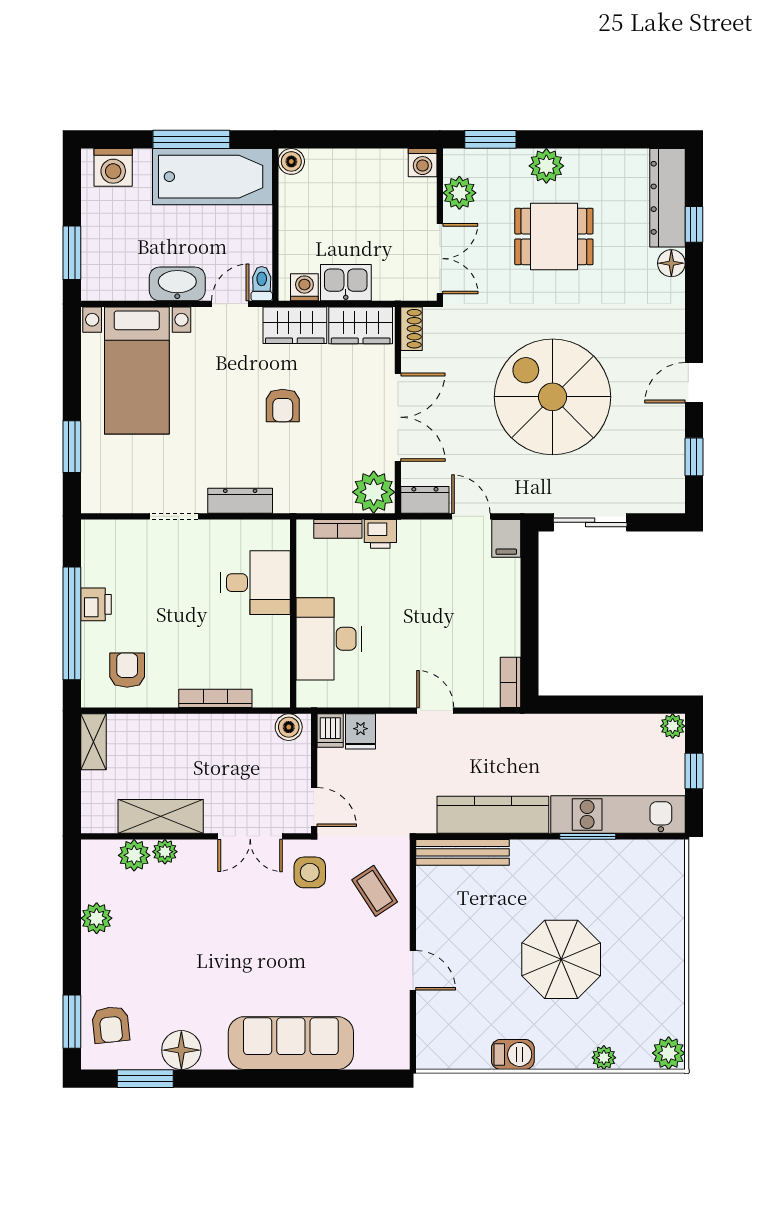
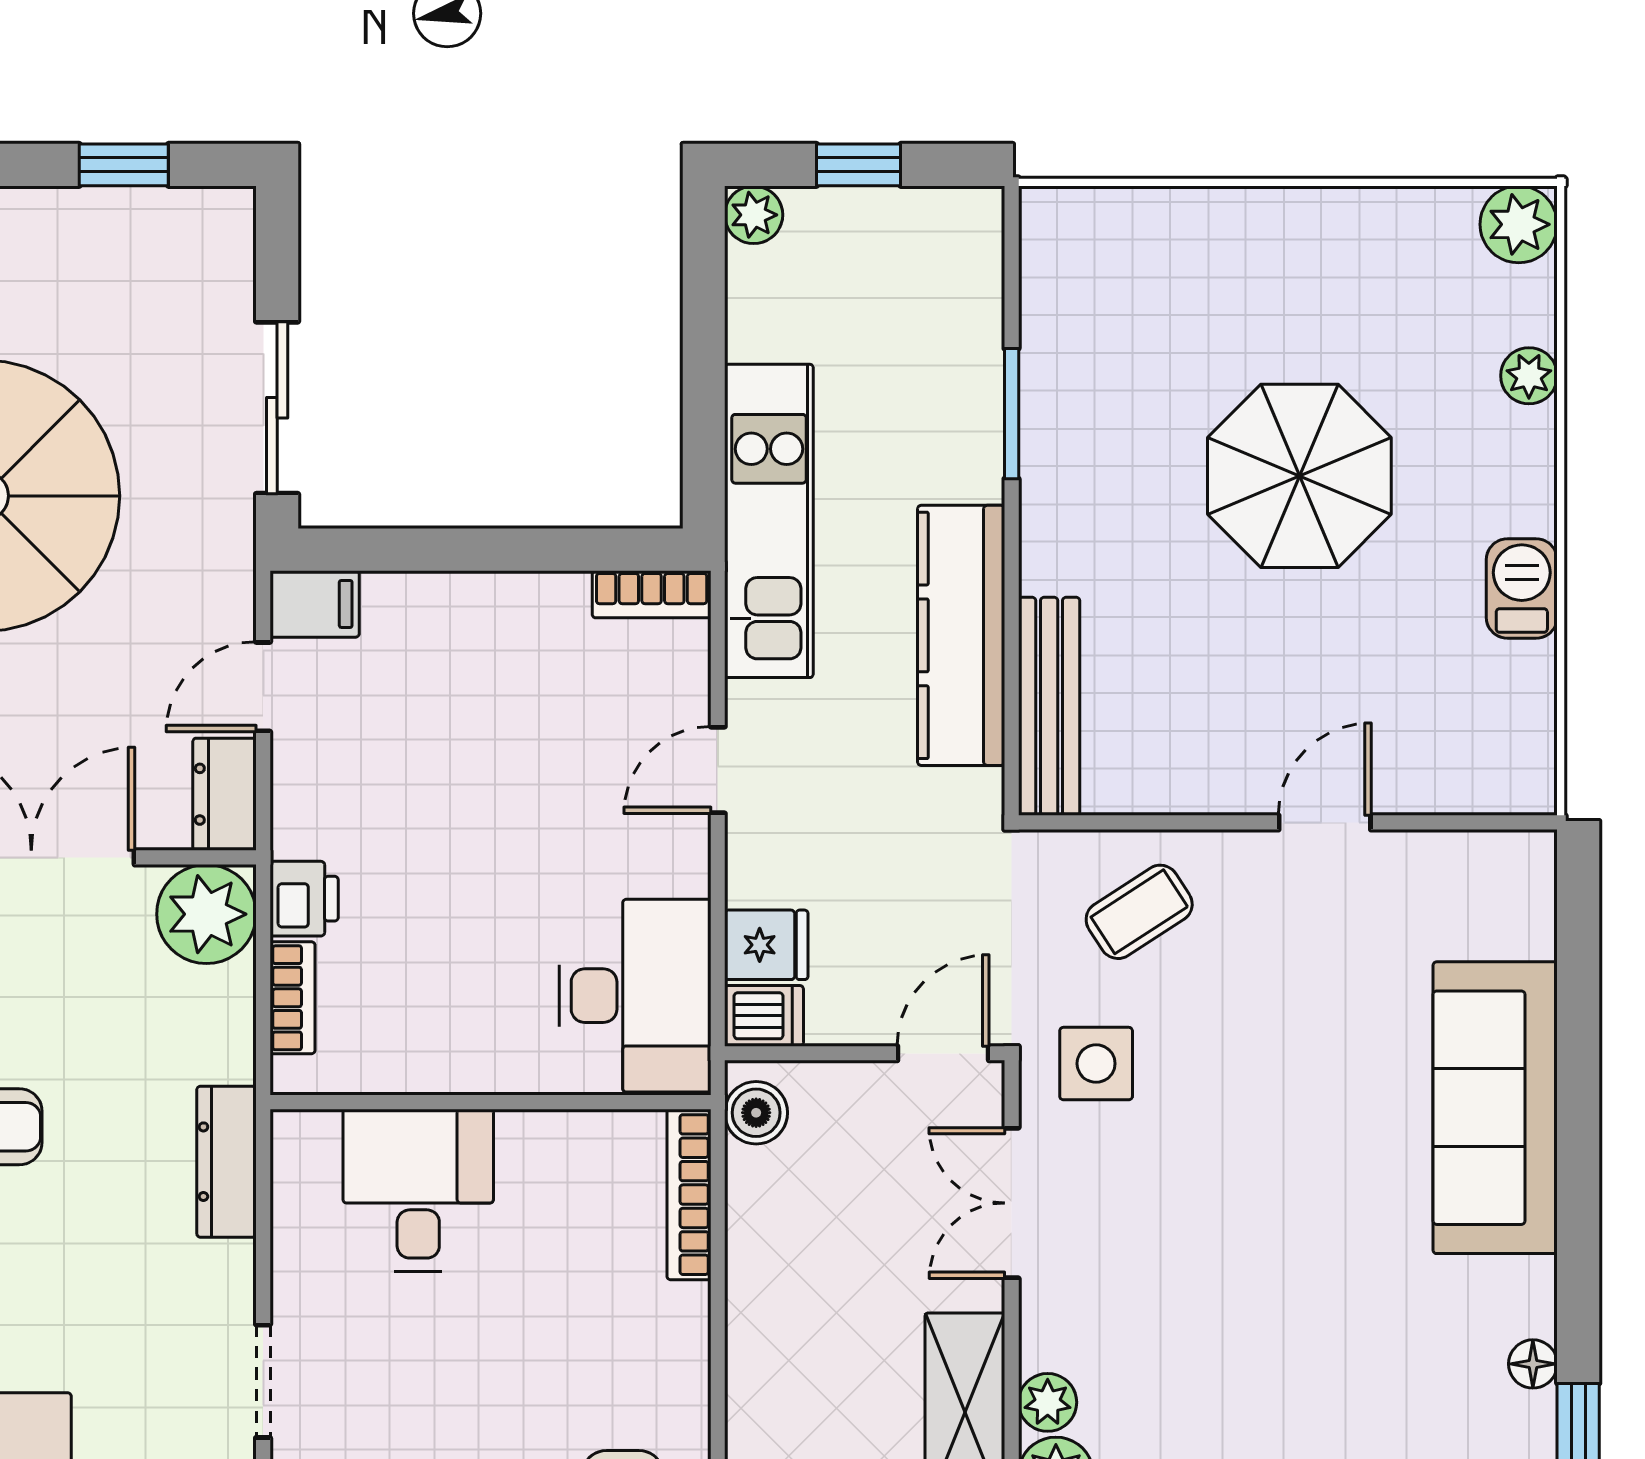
dresser: (240, 501) -> (226, 1162), moved
desk: (329, 639) -> (635, 996), moved, turned -90
bookcase: (215, 698) -> (689, 1195), moved
kitchen unit: (618, 814) -> (769, 521), moved, turned 180
double door: (250, 836) -> (1012, 1203), swing flipped
floor lamp: (181, 1050) -> (1533, 1364), width x0.53, depth x0.53

